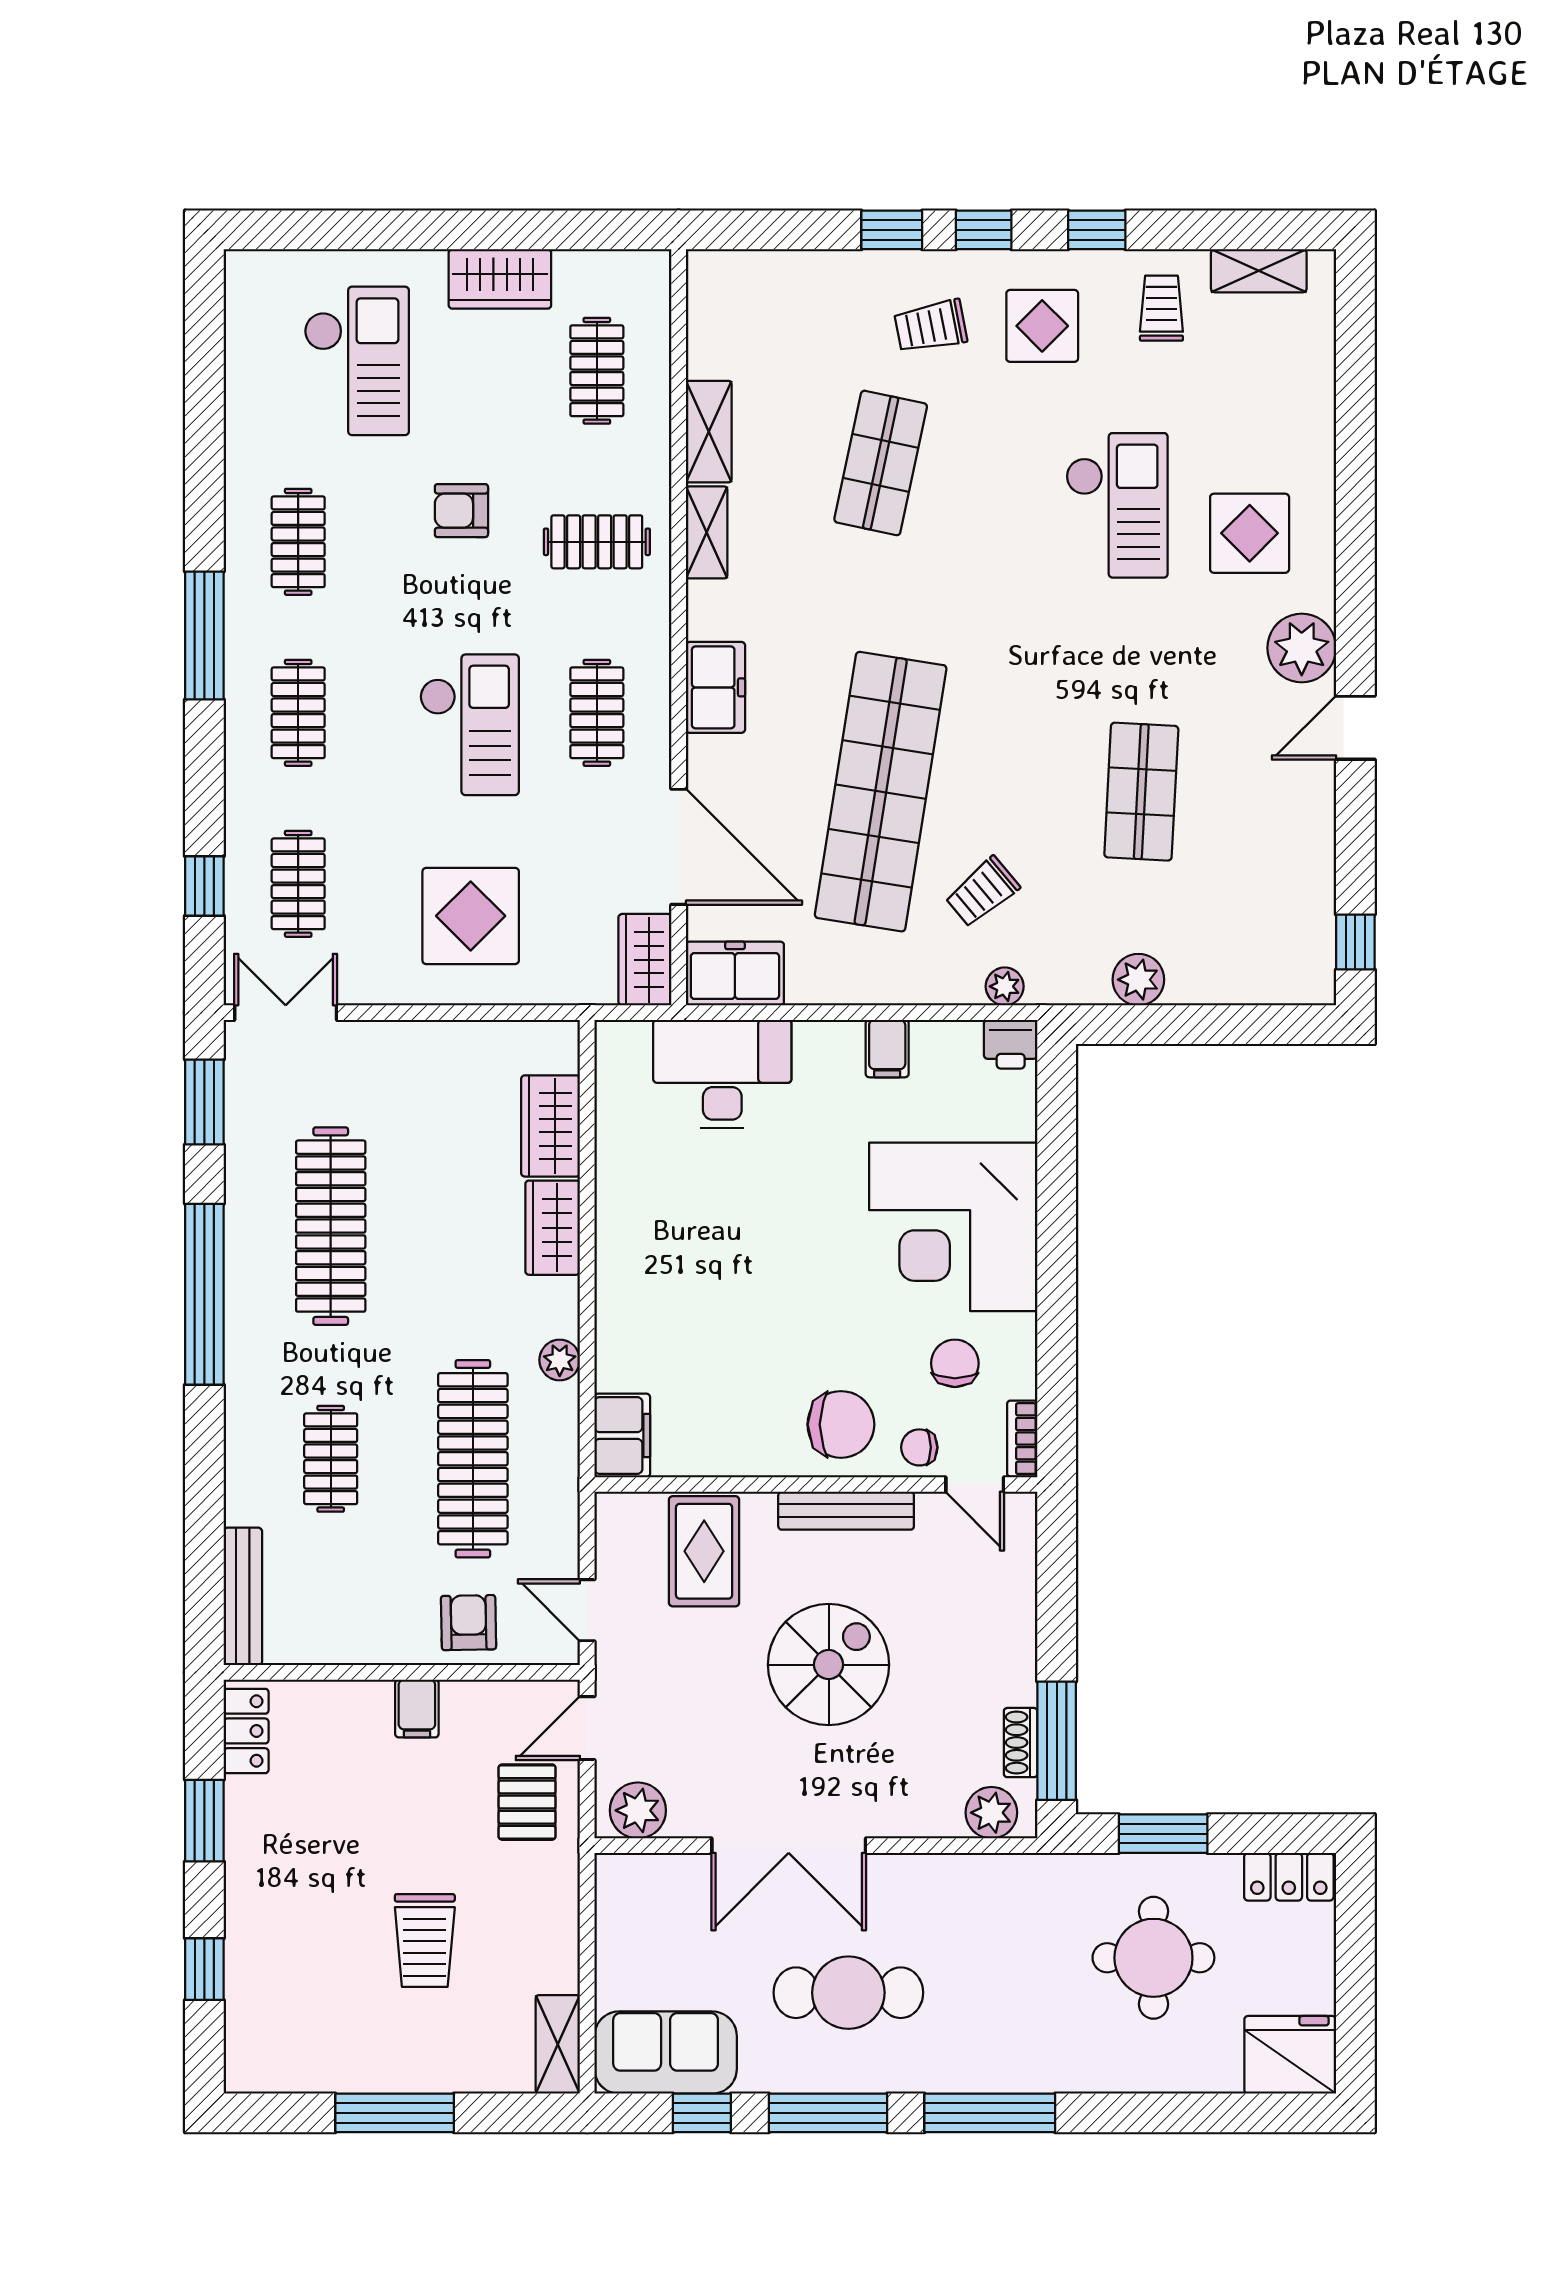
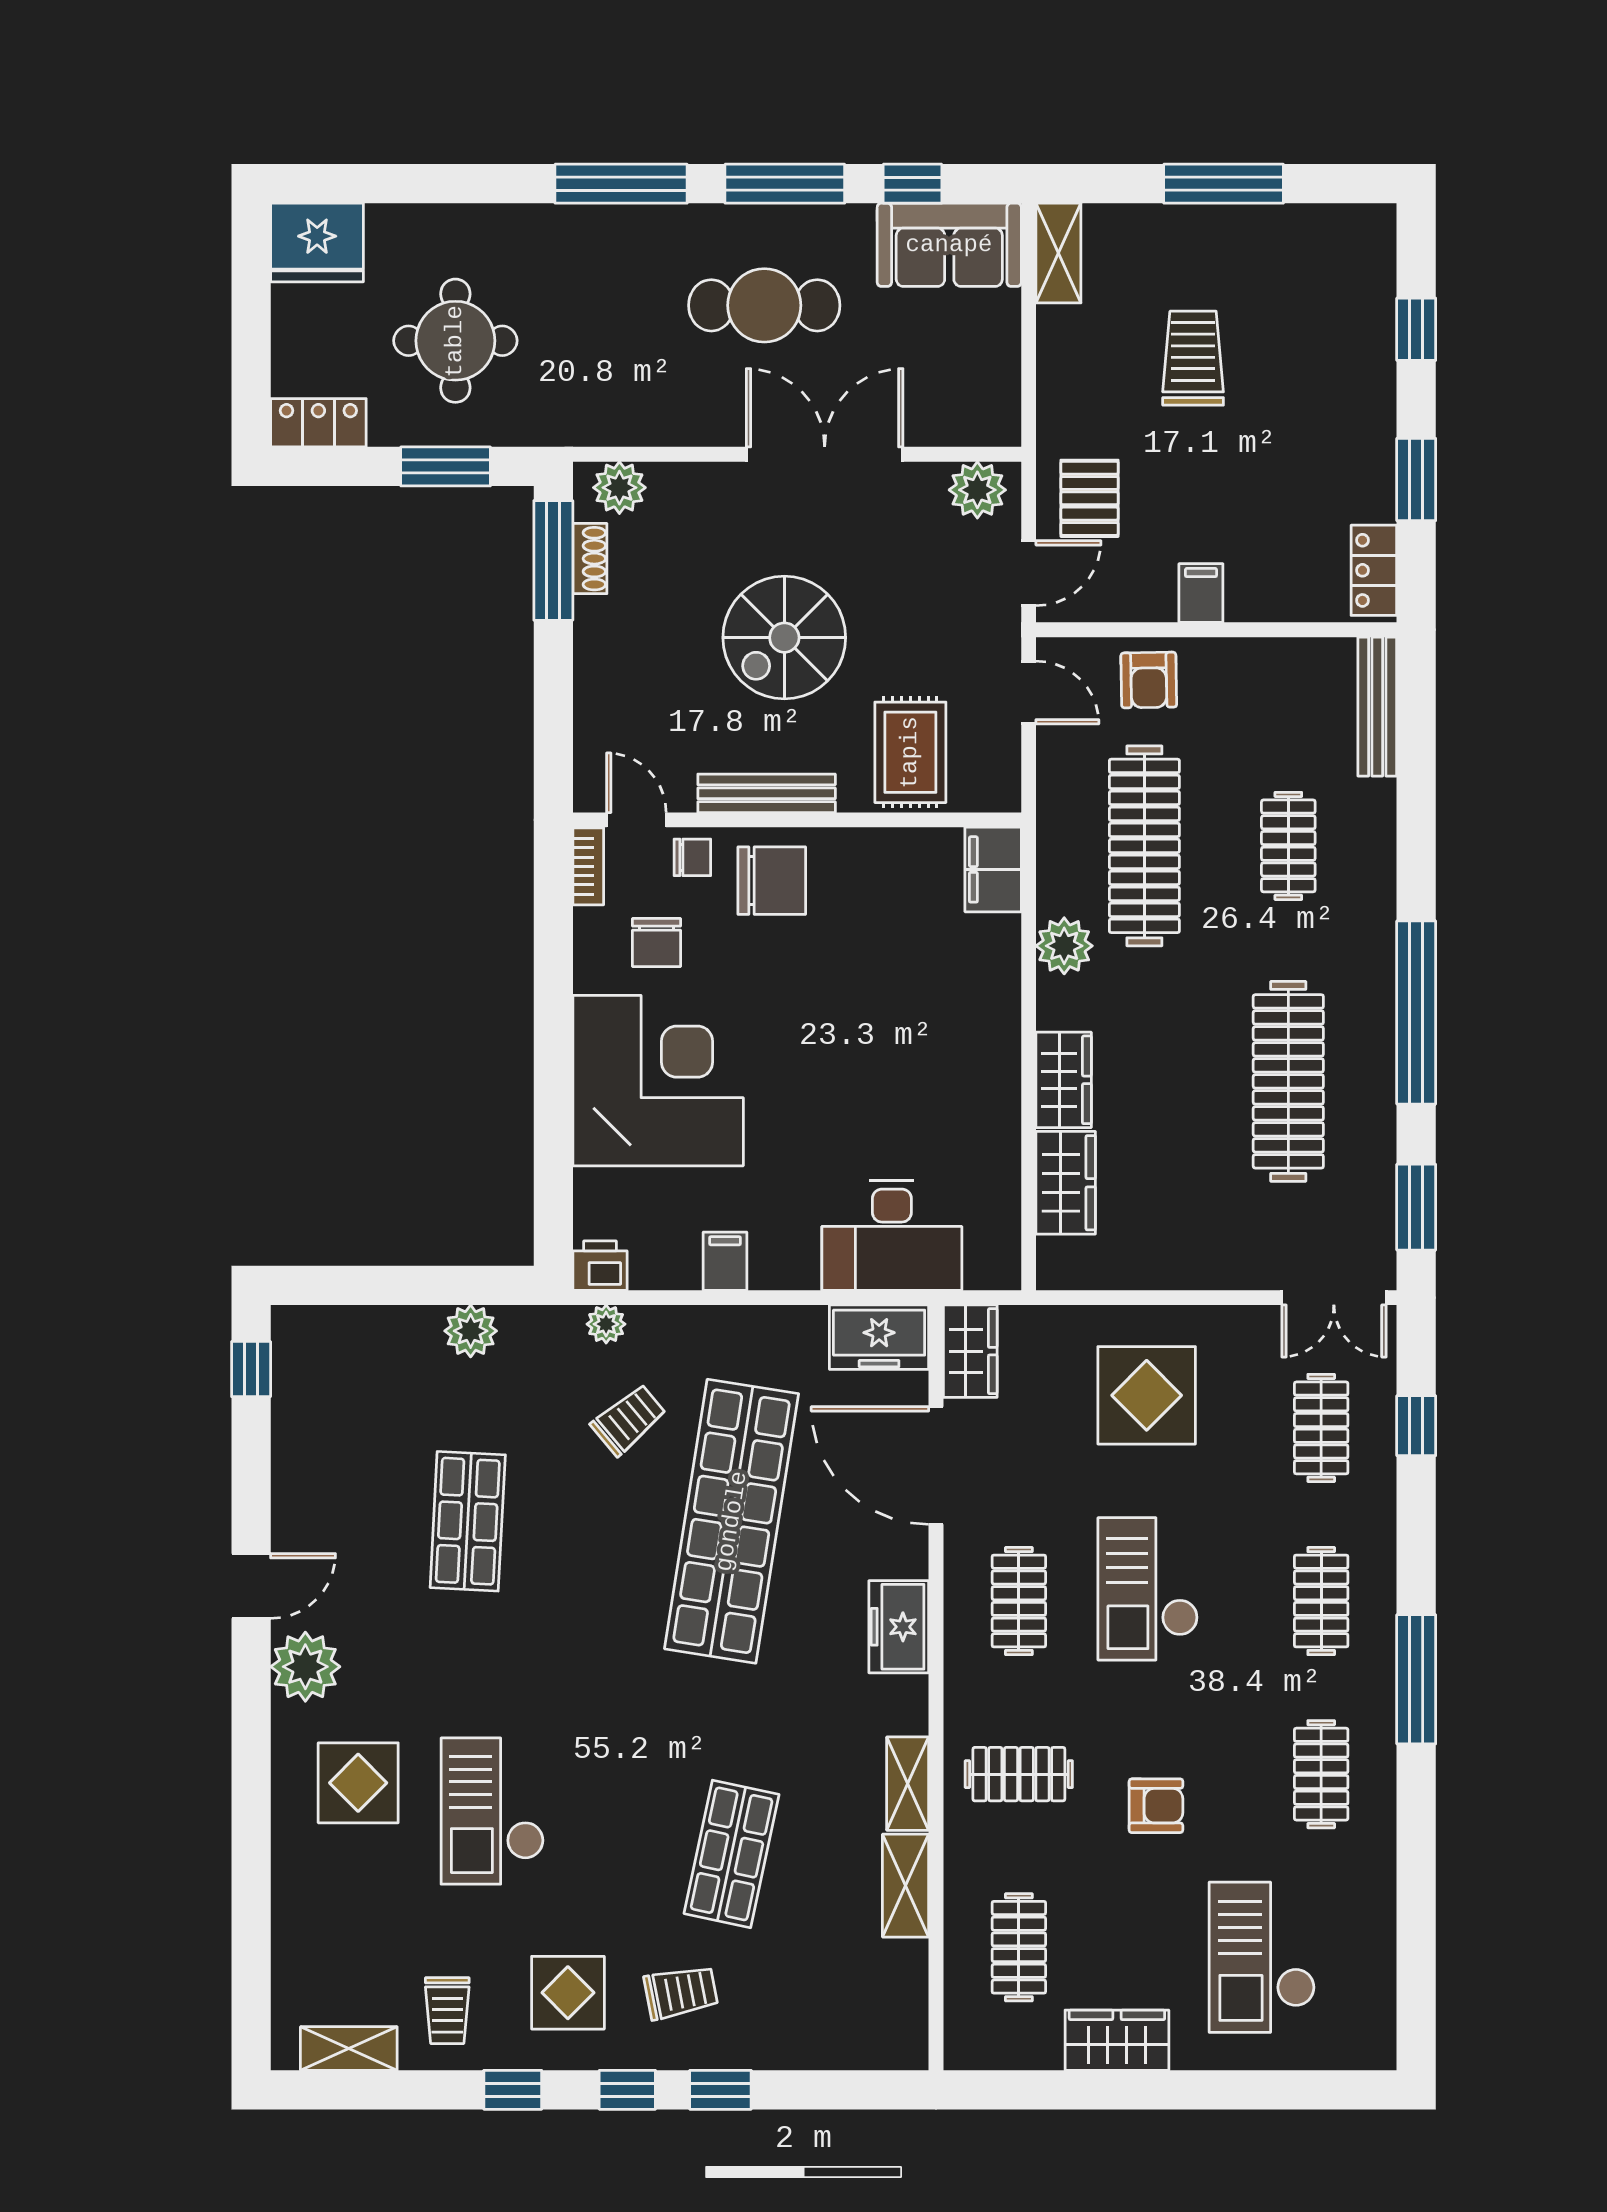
plant: (560, 1360) -> (1064, 946), width x1.38, depth x1.38
chair: (841, 1424) -> (772, 881), turned 180

